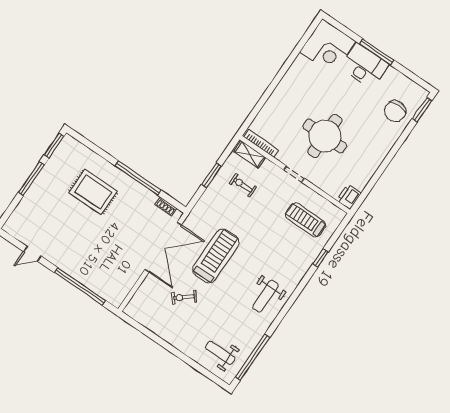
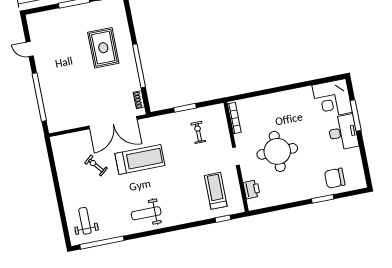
window: (377, 52) -> (356, 115), moved
window: (422, 110) -> (323, 199), moved
shelving: (250, 154) -> (221, 118), removed
printer: (349, 197) -> (252, 189), moved, turned 90
window: (320, 258) -> (223, 219), moved

